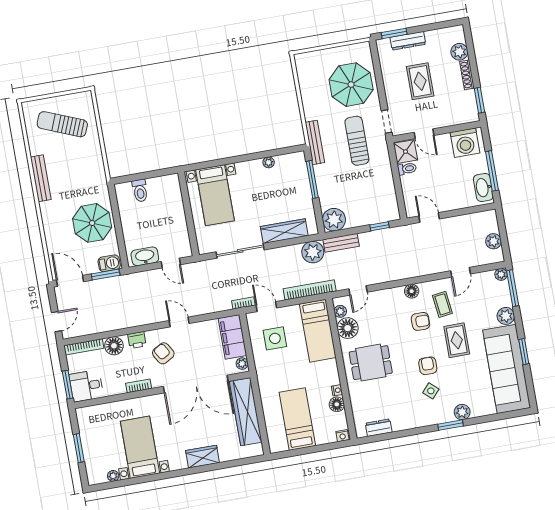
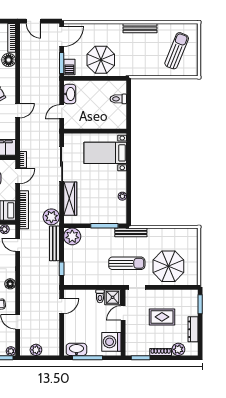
dresser: (408, 41) -> (193, 329), moved
bench: (341, 243) -> (54, 243), width x1.36
printer: (137, 340) -> (10, 77), removed

